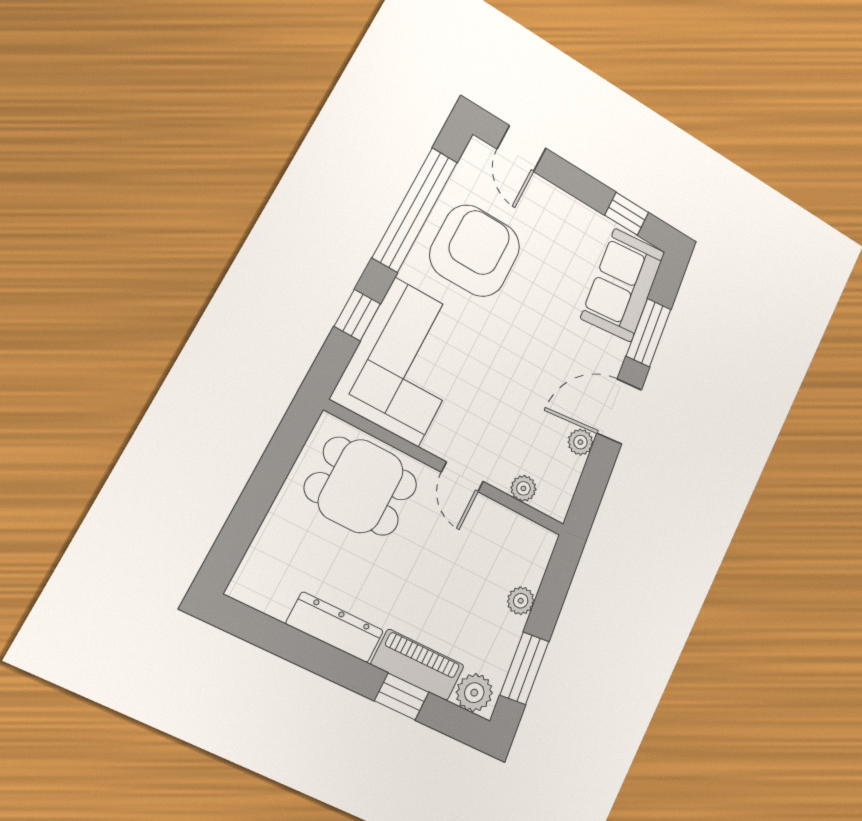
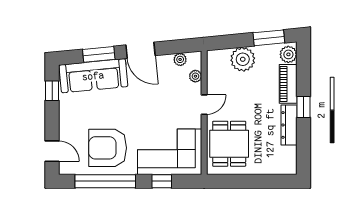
door: (521, 149) -> (52, 151), hinge flipped
sofa: (623, 285) -> (93, 76), width x1.36
plant: (580, 442) -> (180, 59), moved
plant: (521, 601) -> (243, 59), width x1.87, depth x1.87
window: (402, 697) -> (304, 107), moved

